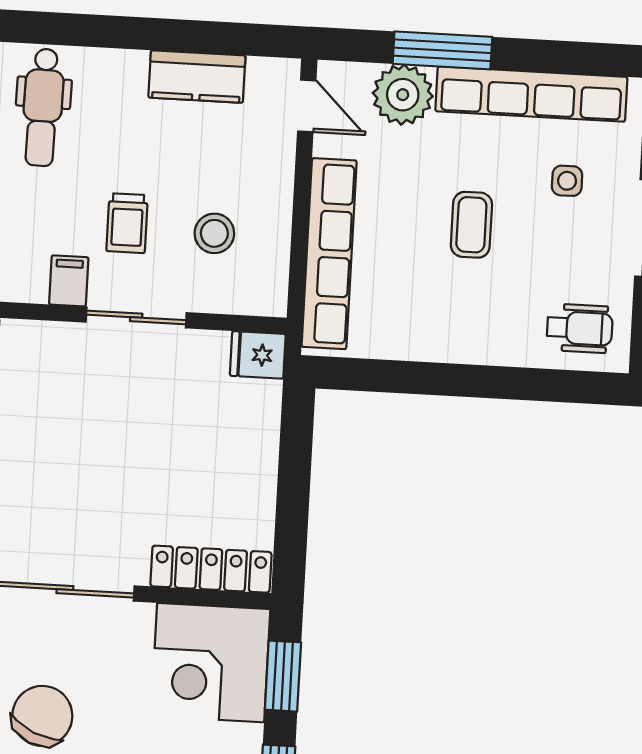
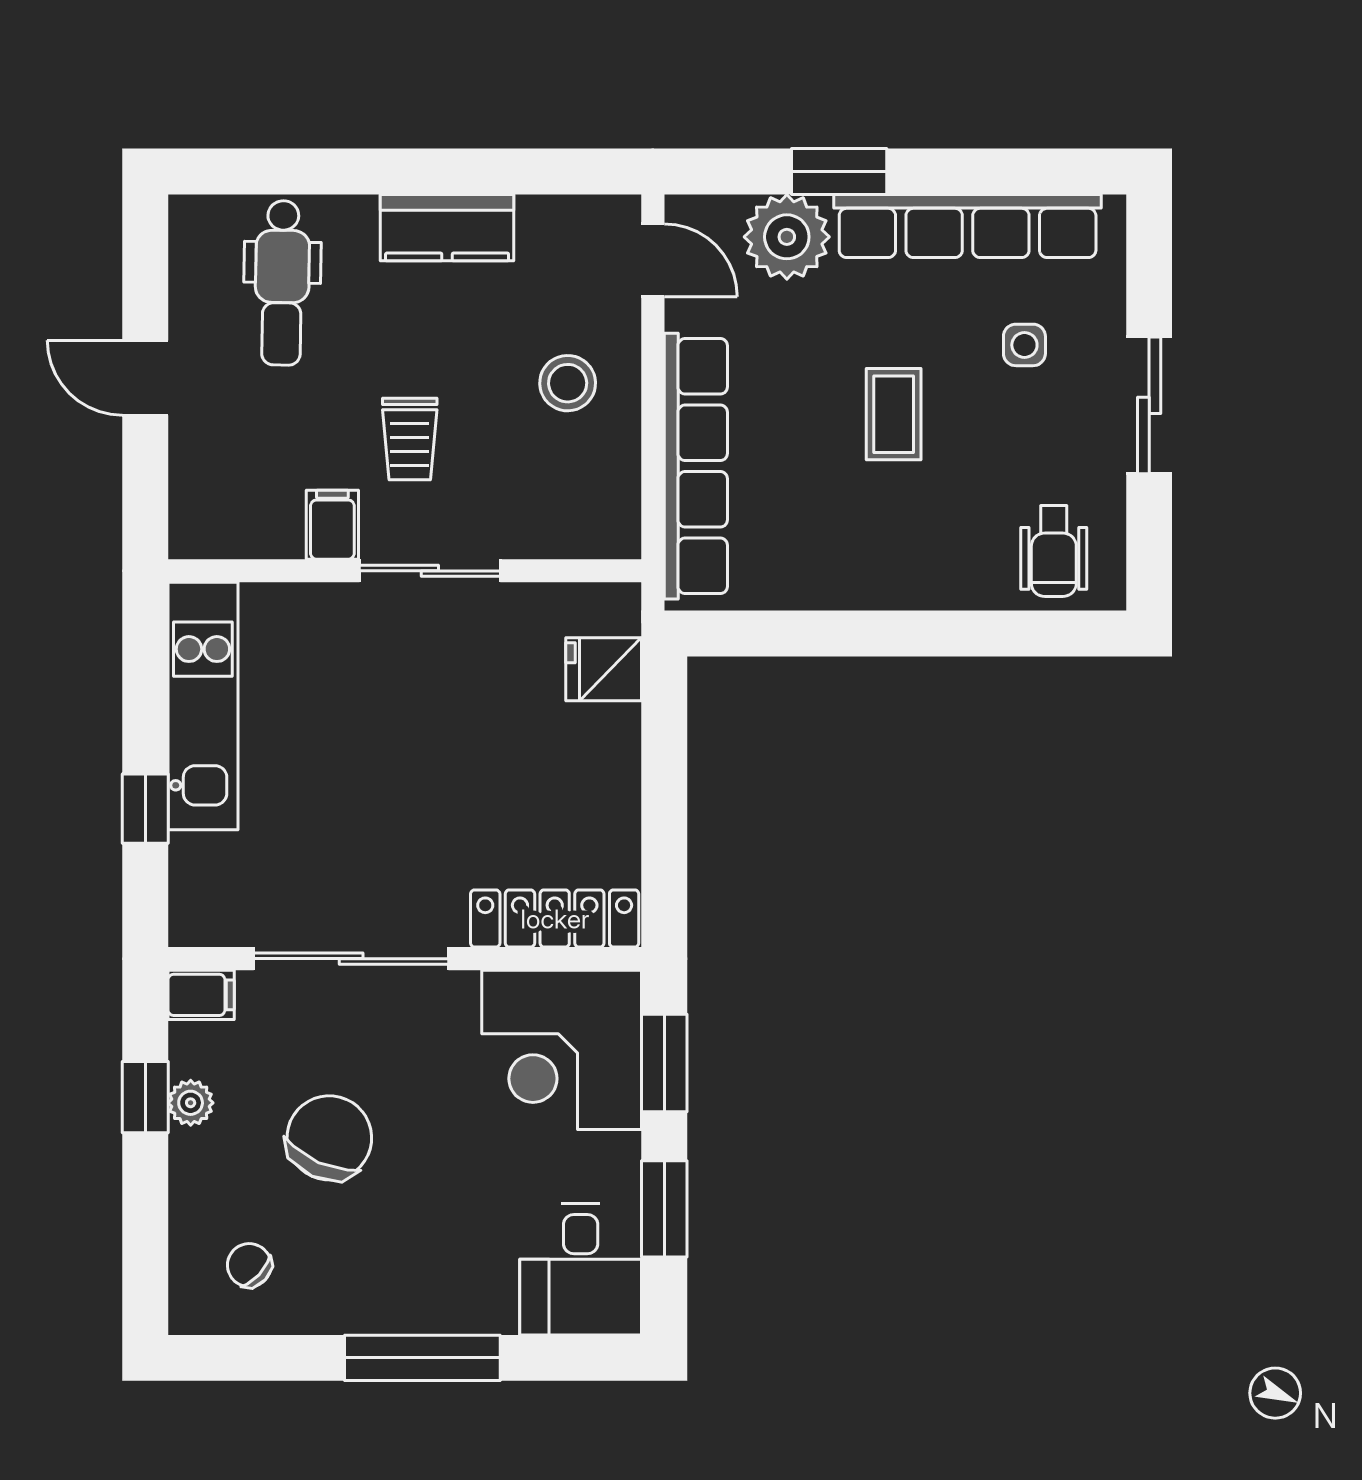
window: (442, 50) -> (839, 171), width x0.69
kitchen counter: (197, 77) -> (447, 228), moved
stool: (214, 233) -> (568, 383), moved
wheelchair: (580, 328) -> (1054, 551), turned 90
fridge: (258, 355) -> (604, 669), moved

